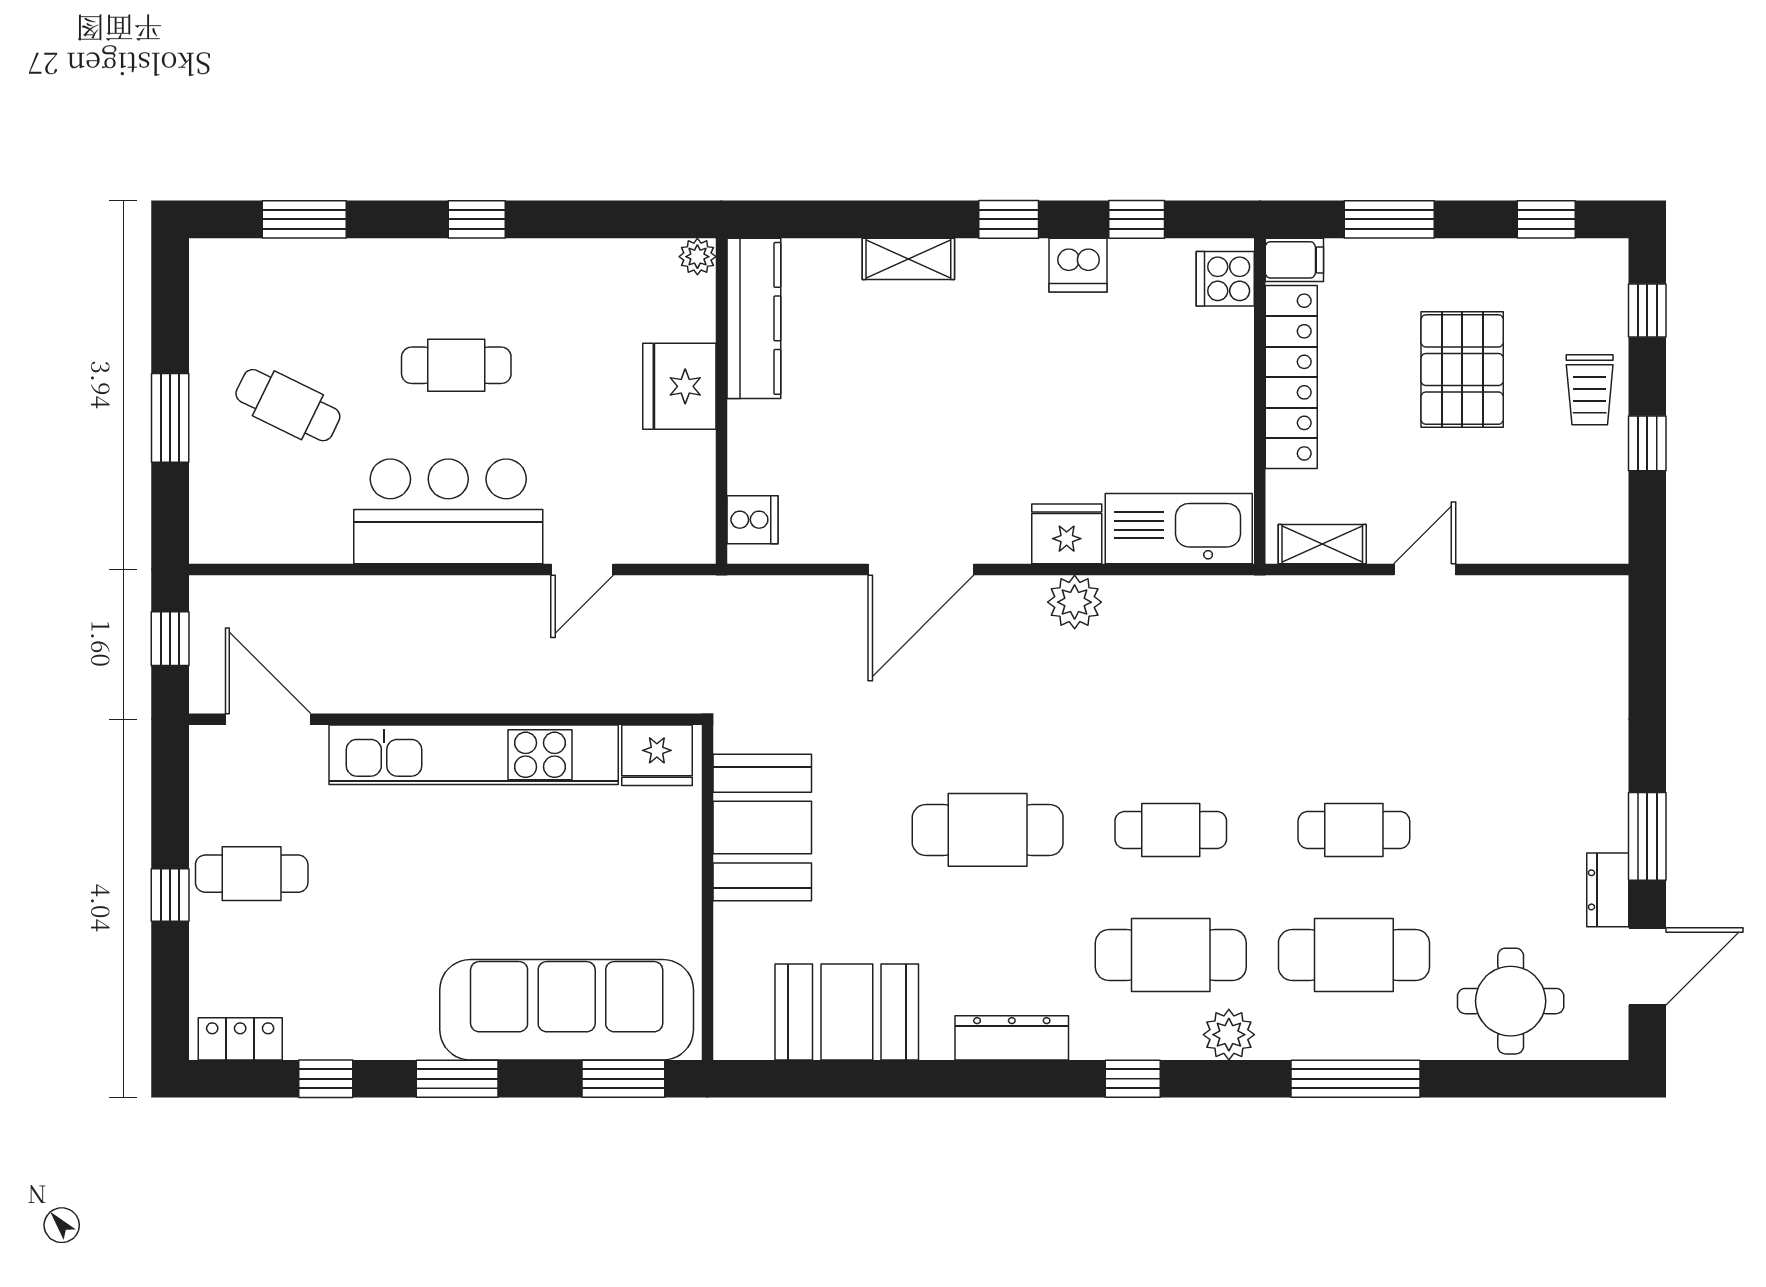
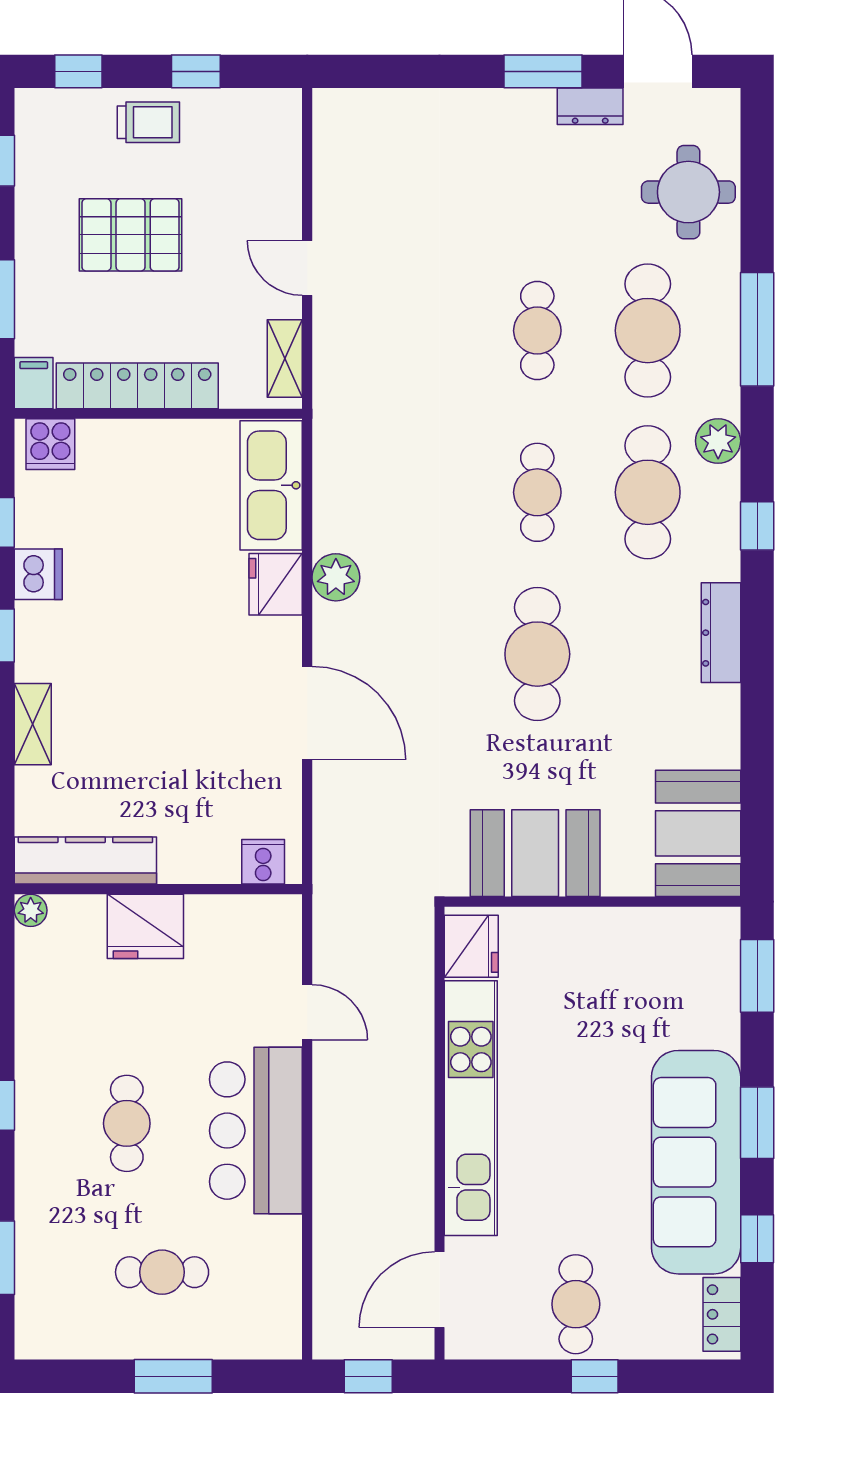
cafe table: (288, 405) -> (162, 1272), turned 64
sofa: (567, 1010) -> (696, 1162), moved
booth: (847, 1012) -> (698, 833), moved

